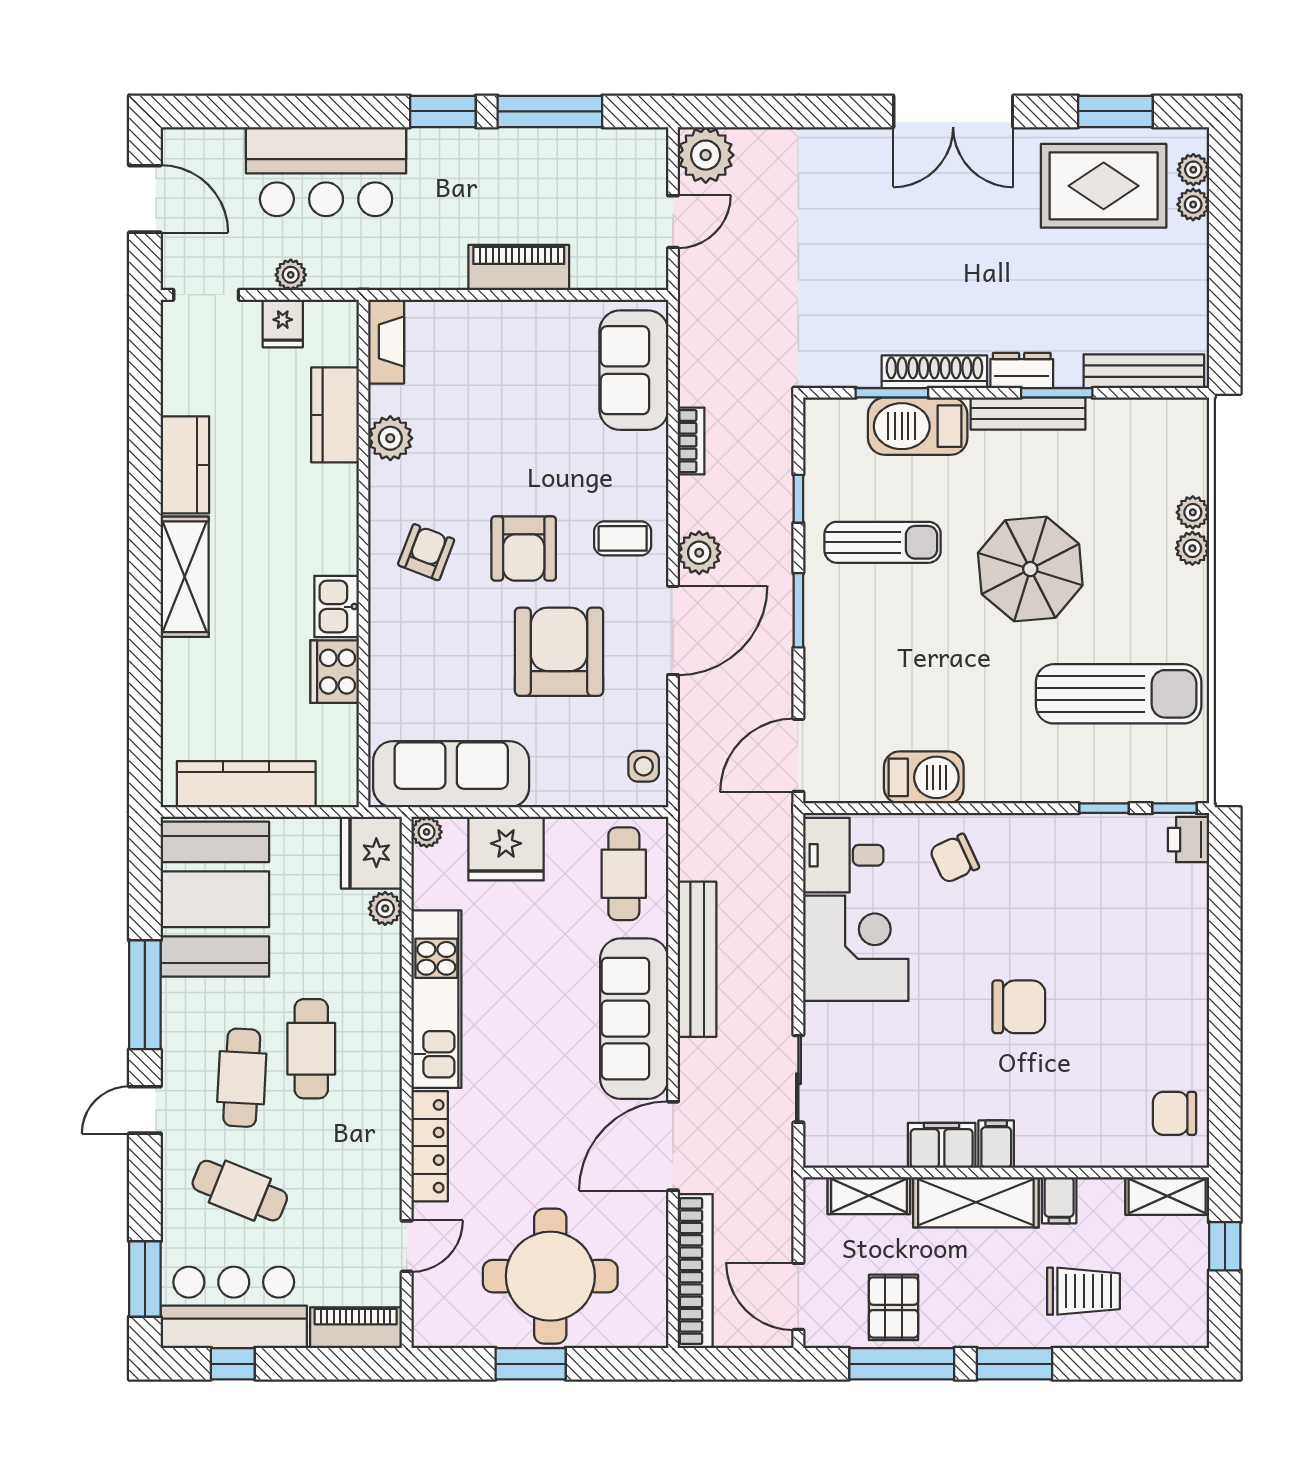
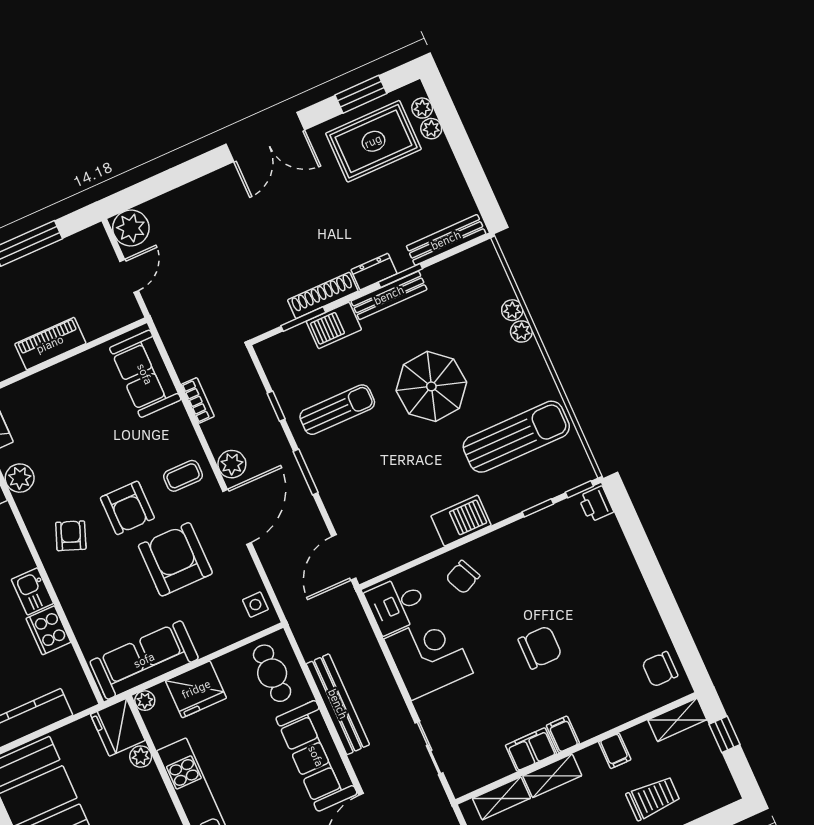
barbecue: (918, 426) -> (334, 325), width x0.73, depth x0.83
barbecue: (924, 777) -> (461, 521), moved
shelving: (976, 1202) -> (552, 776), width x0.67, depth x0.75

